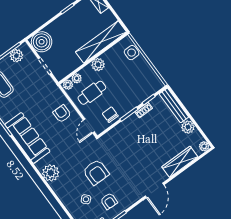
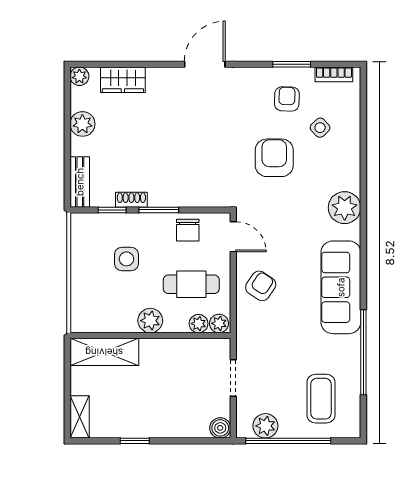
boiler: (42, 42) -> (220, 428), width x0.54, depth x0.54
shelving: (101, 42) -> (104, 352), width x0.68
side table: (132, 53) -> (126, 259), moved
bench: (174, 105) -> (80, 182), width x0.73
armchair: (62, 114) -> (261, 286), turned -146
door: (89, 126) -> (233, 237), hinge flipped
wardrobe: (180, 162) -> (123, 80), width x0.67

